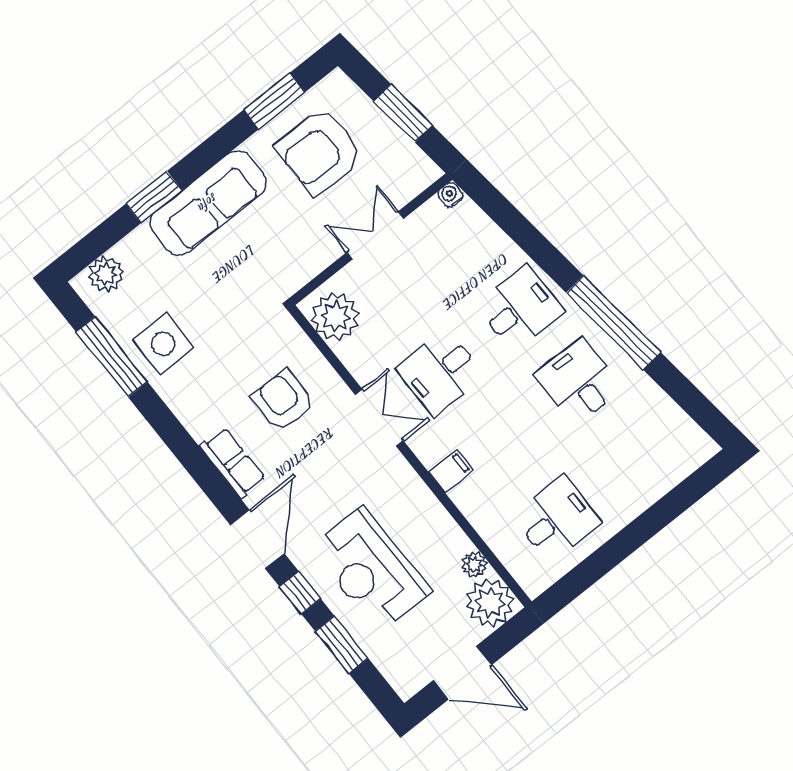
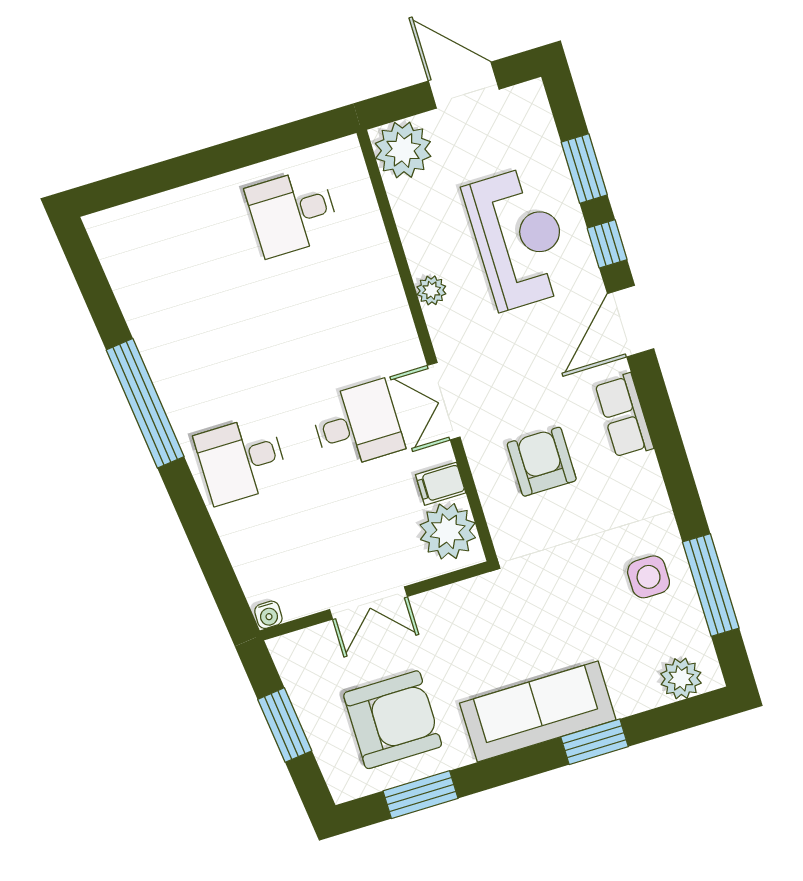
side table: (163, 344) -> (649, 577), width x0.73, depth x0.73
desk: (579, 382) -> (209, 354), removed
armchair: (283, 401) -> (542, 462), turned 180
filing cabinet: (451, 471) -> (441, 484), moved
plant: (474, 565) -> (431, 290), moved

